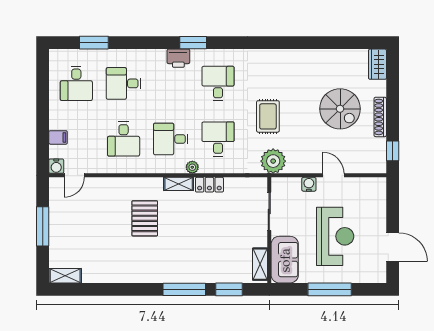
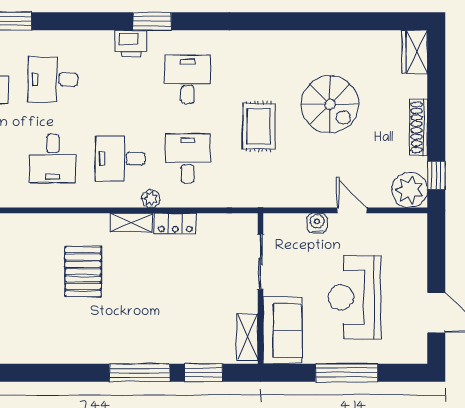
spiral stairs: (340, 109) -> (330, 104), moved
plant: (273, 161) -> (410, 190), moved
reception desk: (335, 236) -> (354, 297), turned 180

